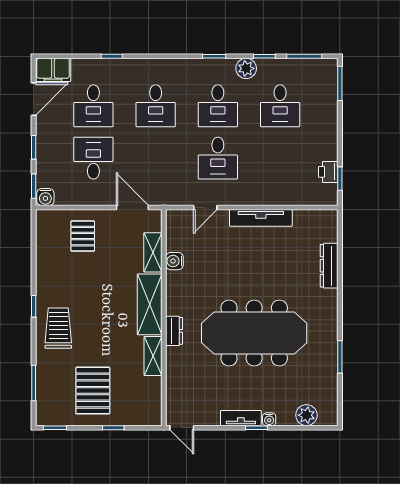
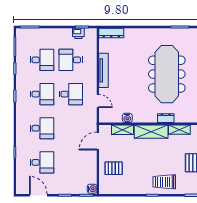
plant: (246, 68) -> (21, 79), removed
filing cabinet: (53, 70) -> (22, 185), removed
desk: (93, 158) -> (71, 60), moved
dresser: (329, 266) -> (111, 33), moved

